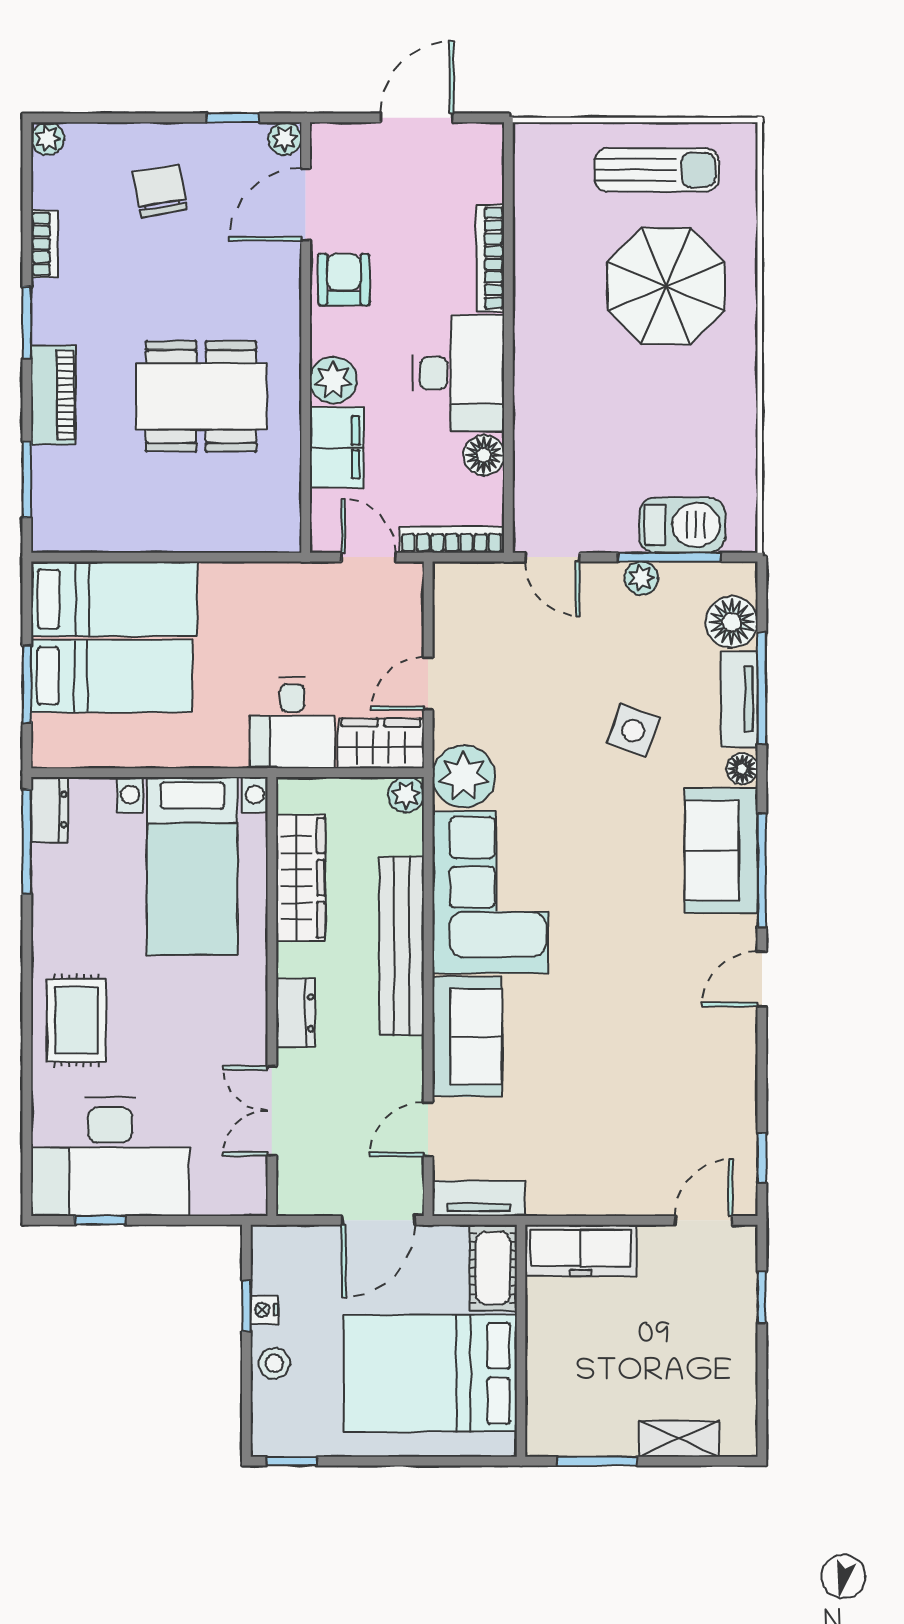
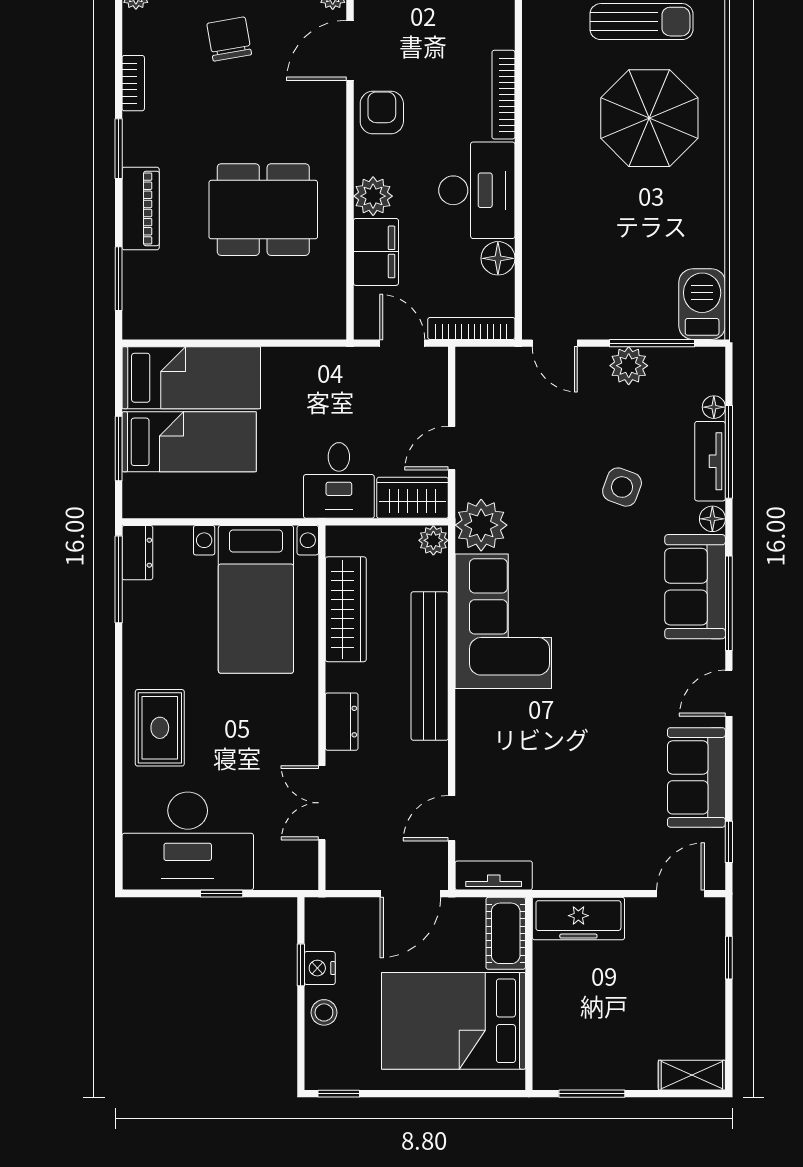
barbecue: (682, 525) -> (702, 304), moved, turned -90
plant: (641, 578) -> (629, 366), width x1.38, depth x1.38
floor lamp: (732, 622) -> (714, 407), width x0.53, depth x0.53
sofa: (467, 1037) -> (696, 777), moved, turned 180
window: (100, 1220) -> (222, 894), moved
nightstand: (264, 1310) -> (320, 968), width x1.39, depth x1.35
shelving: (679, 1439) -> (692, 1075), moved

